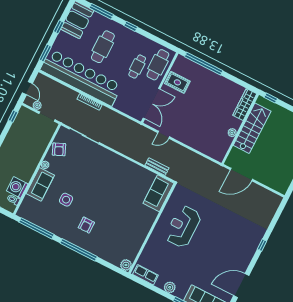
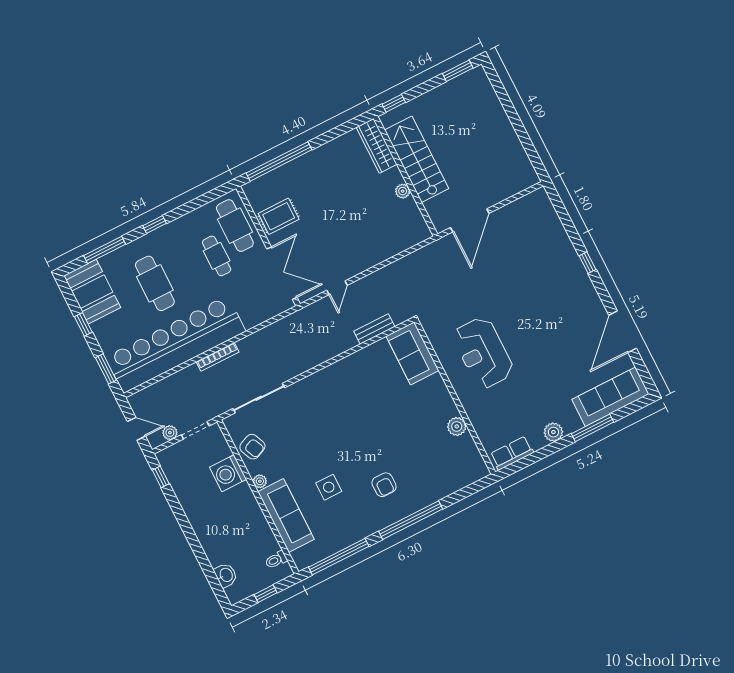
sofa: (40, 184) -> (286, 515), width x1.36
washing machine: (17, 187) -> (228, 473), moved
plant: (126, 265) -> (457, 426), moved

